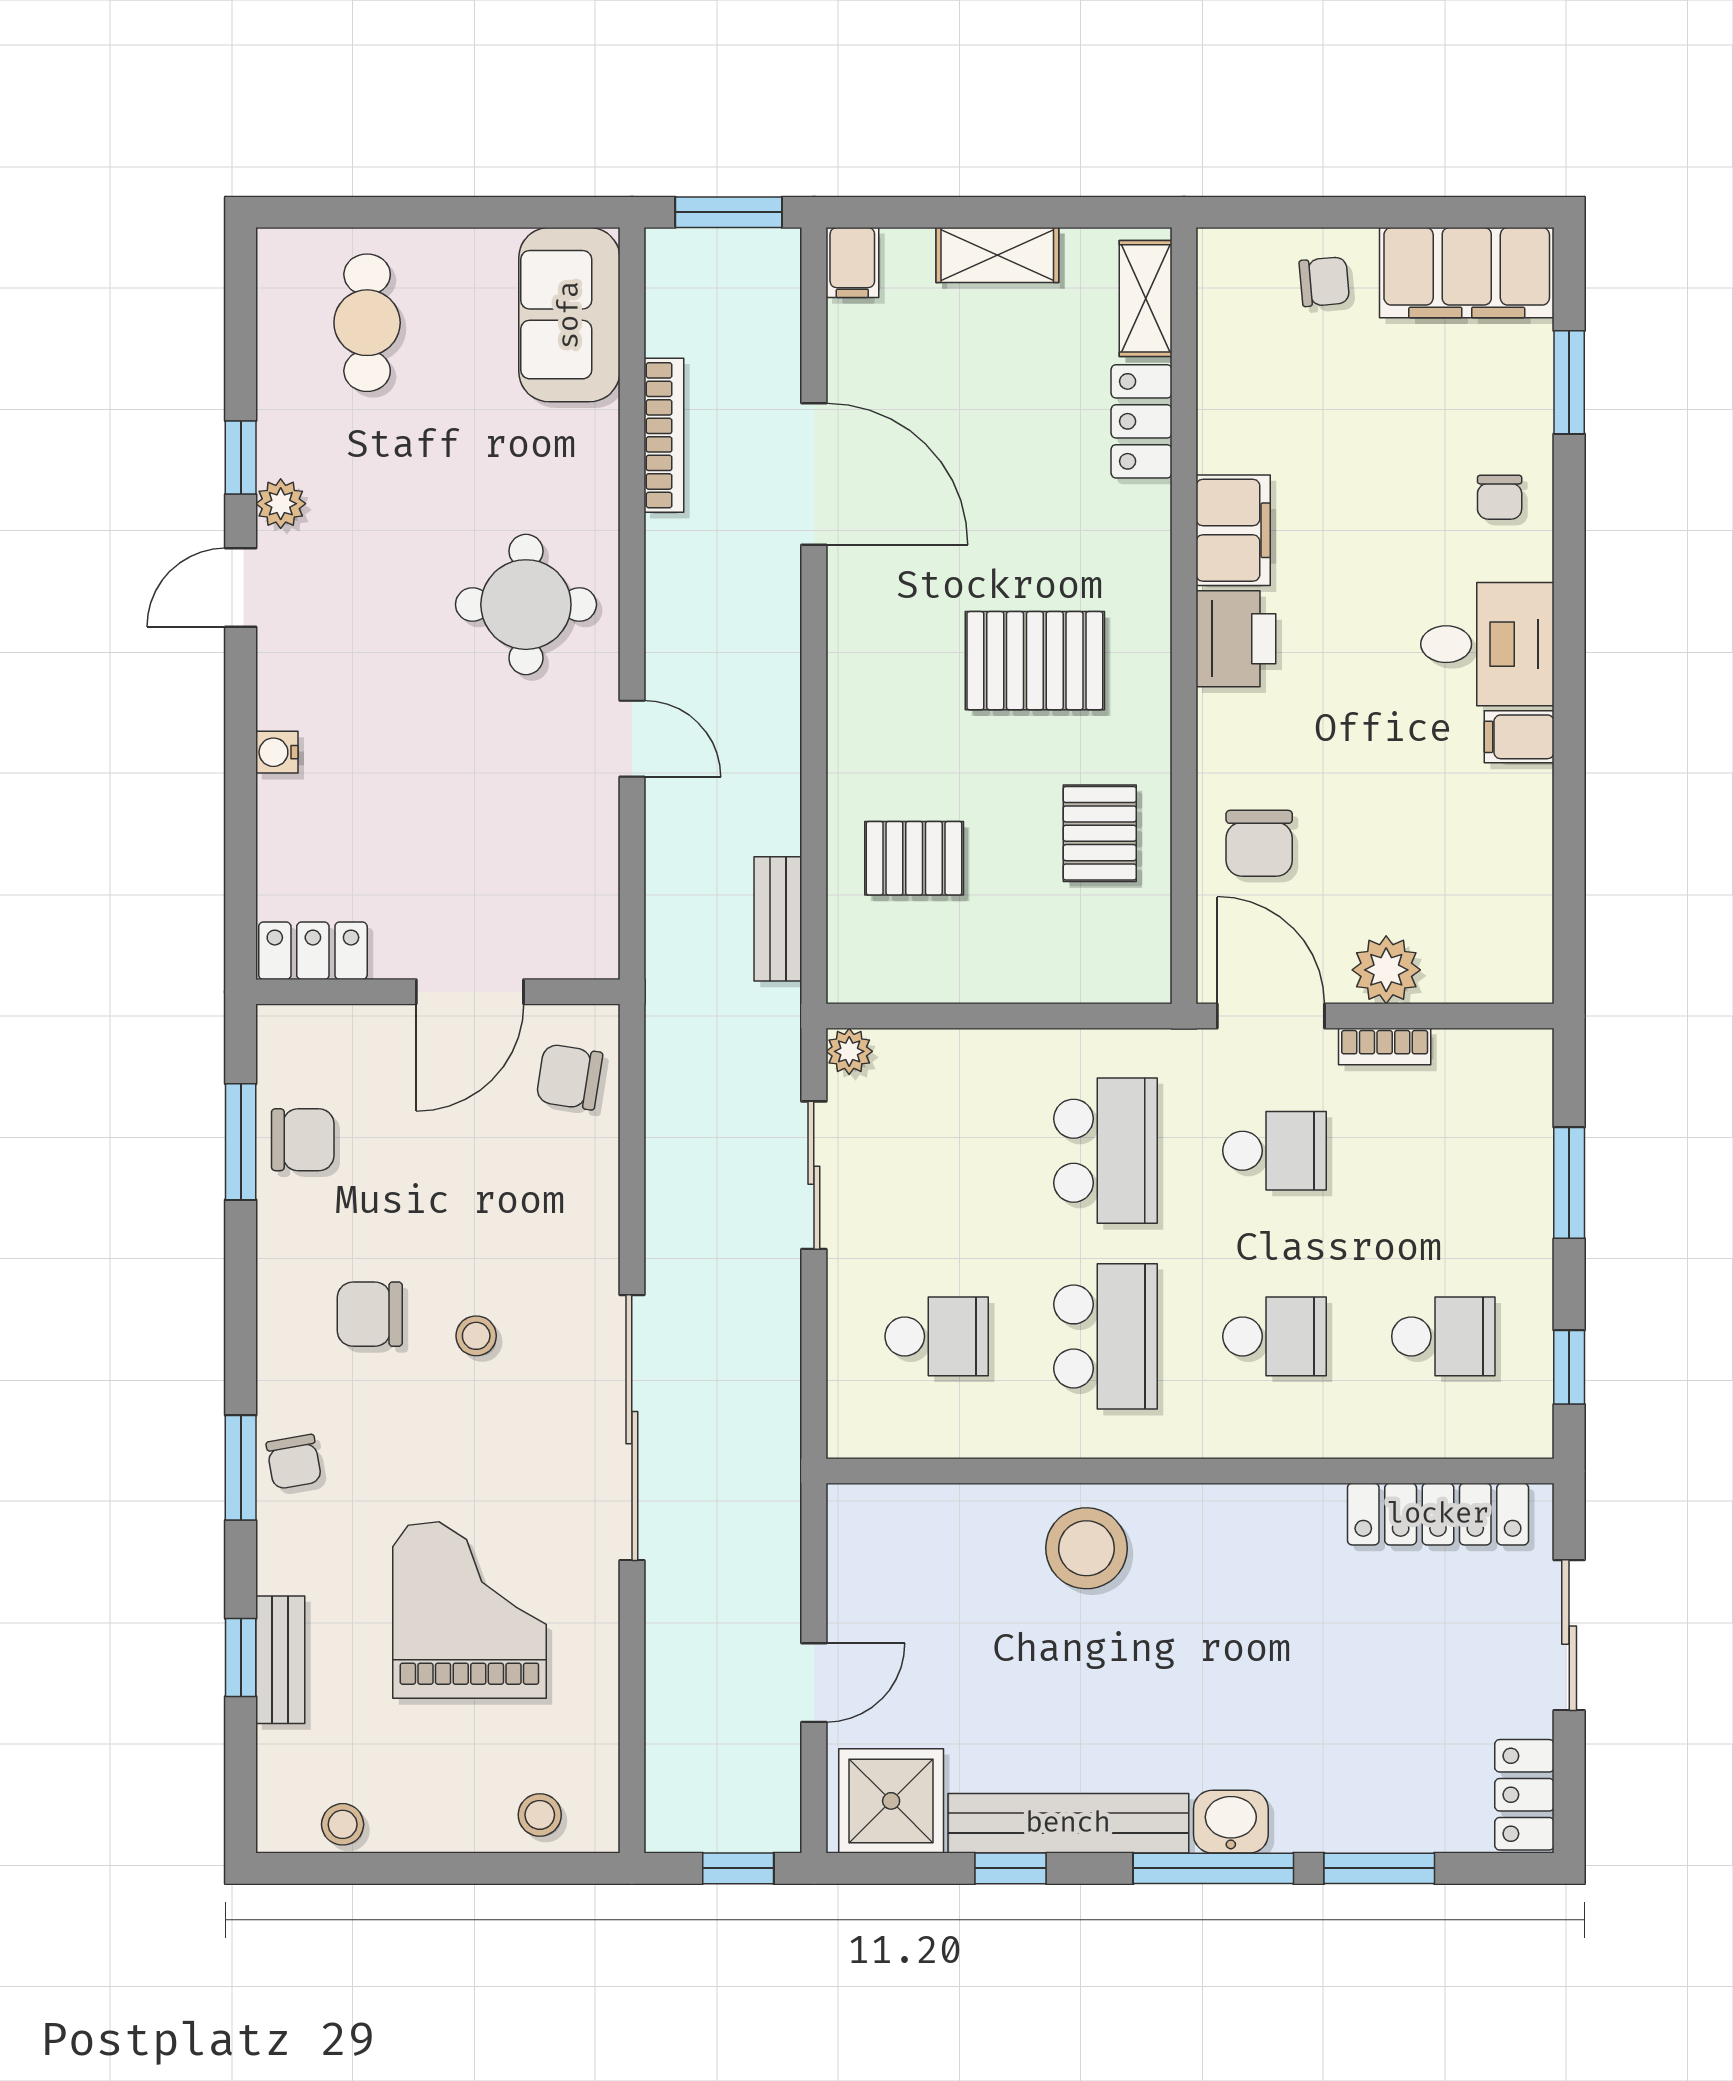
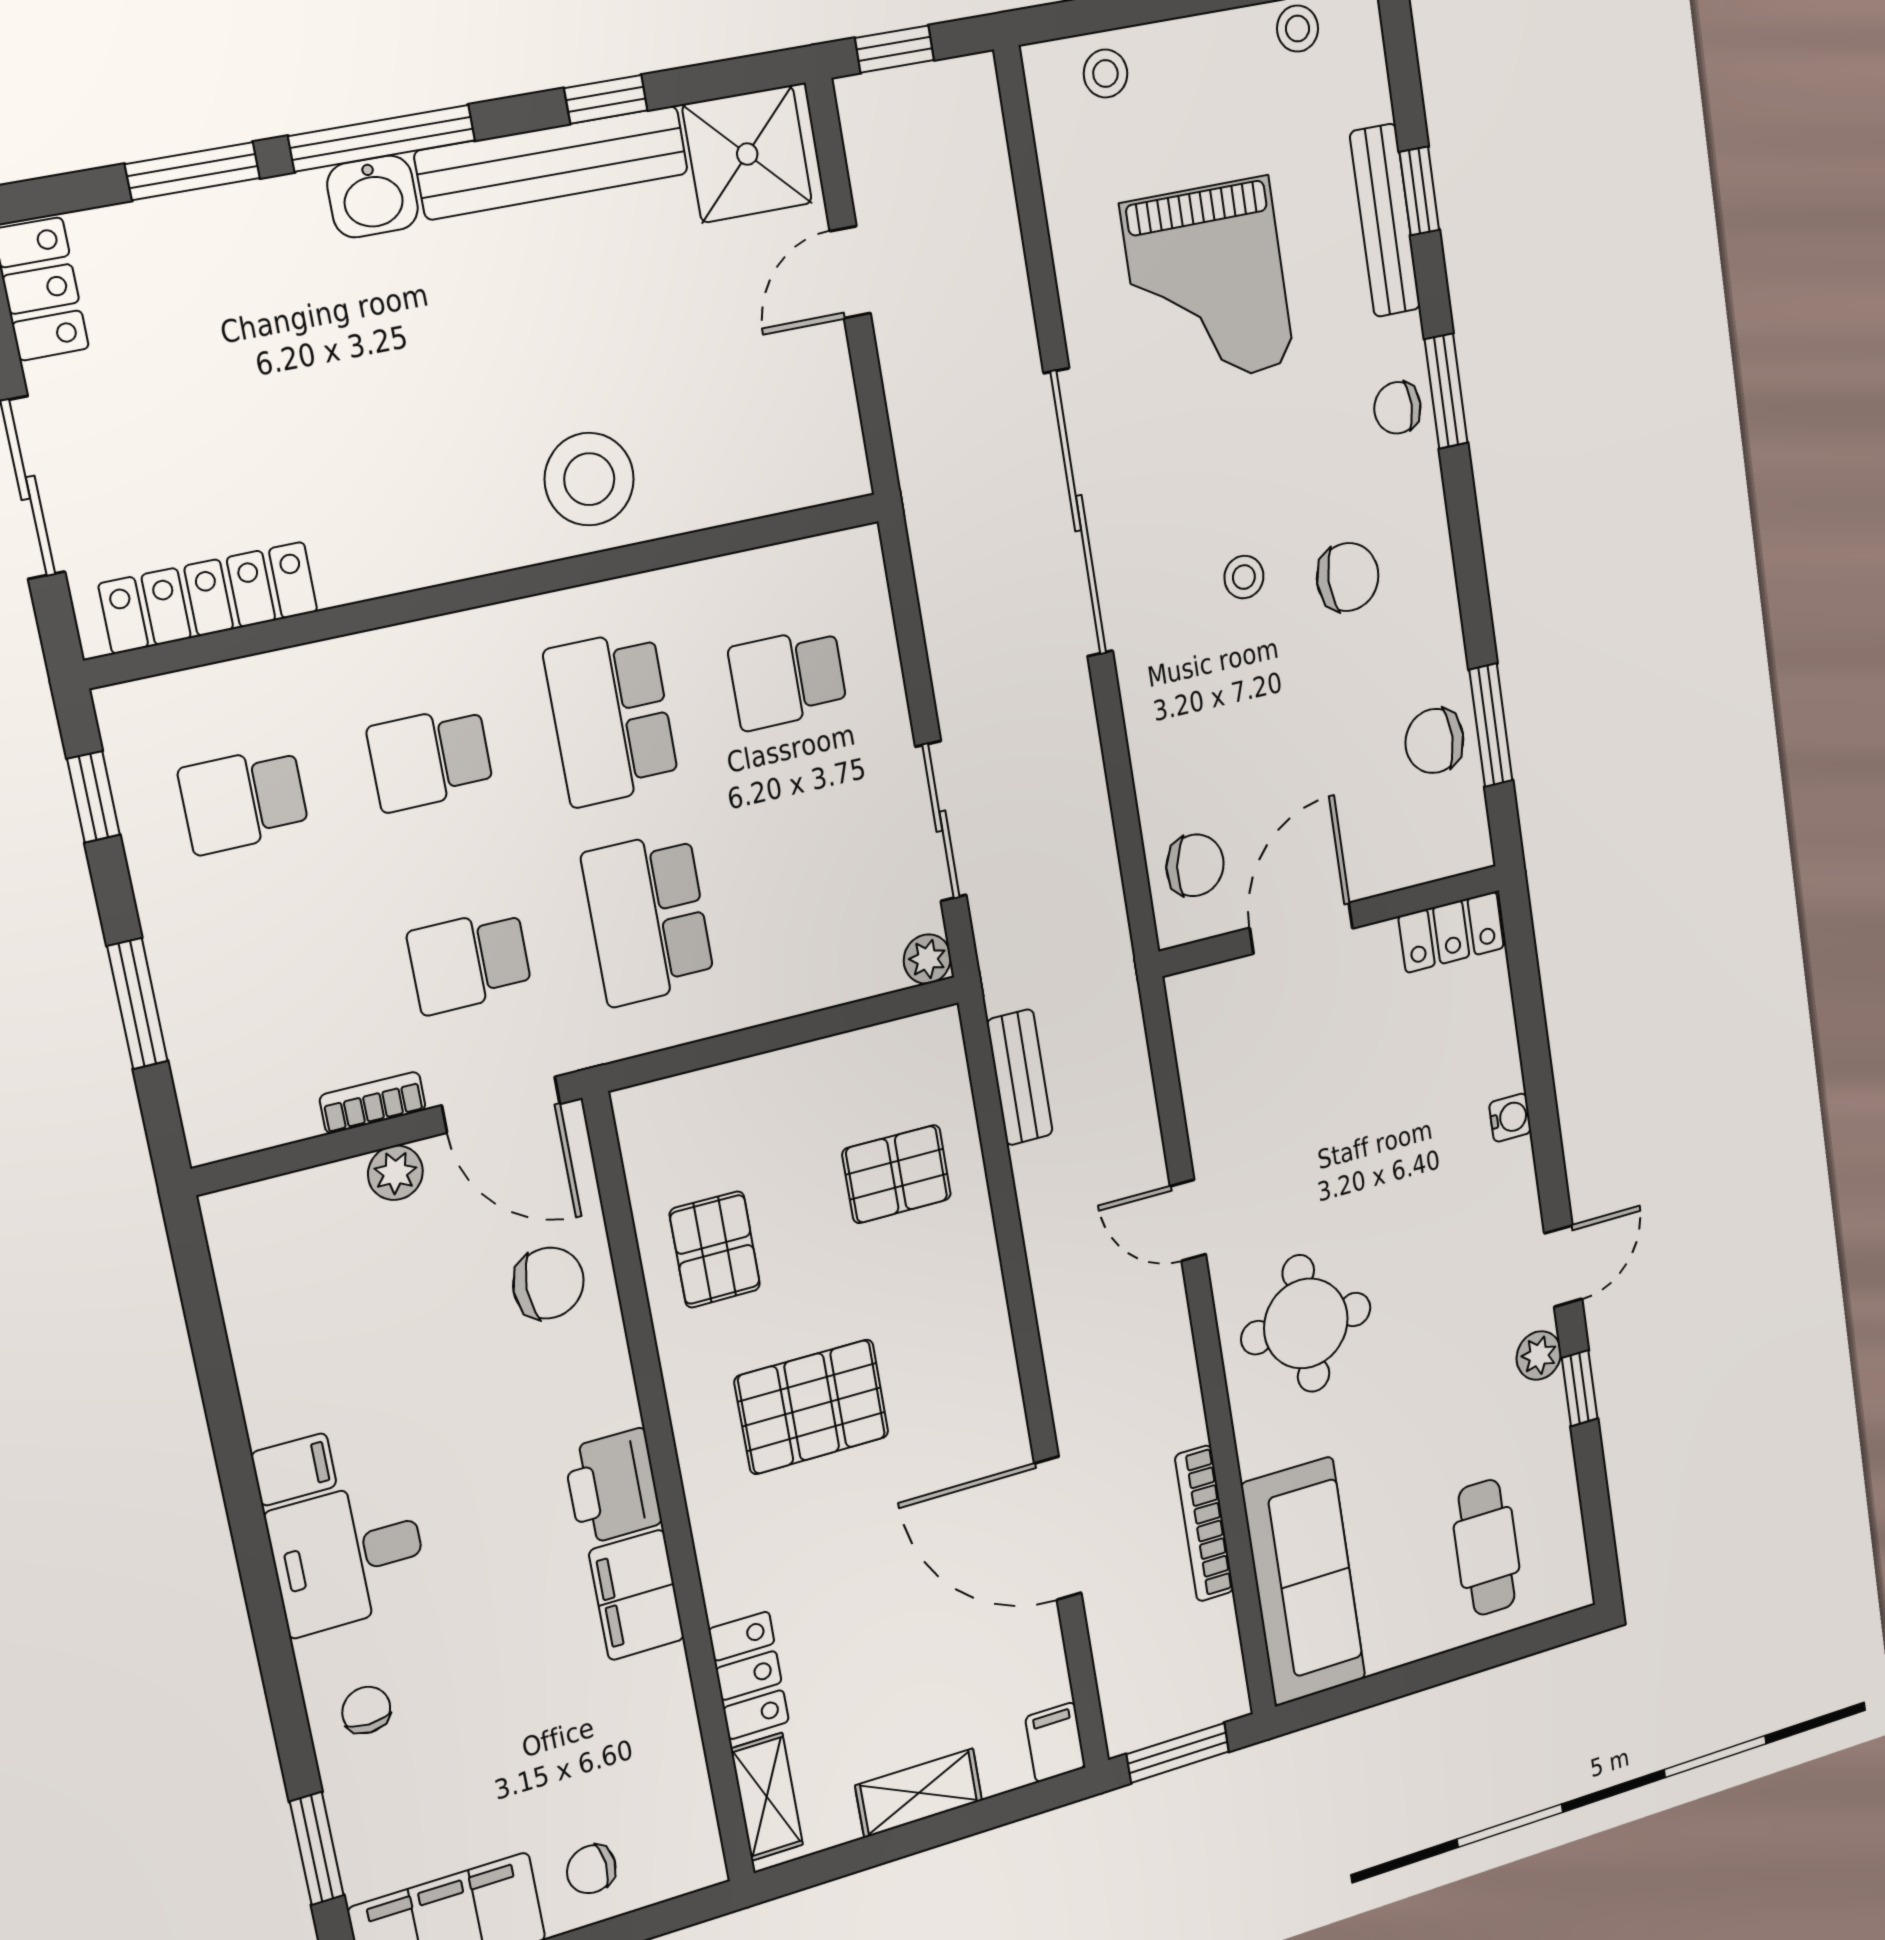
sofa: (569, 315) -> (1303, 1582), width x1.36
chair: (1259, 843) -> (548, 1283), turned 90
plant: (1386, 970) -> (395, 1173), width x0.73, depth x0.73
chair: (294, 1462) -> (1397, 408), turned -80
bench: (280, 1660) -> (1385, 220), width x1.36

